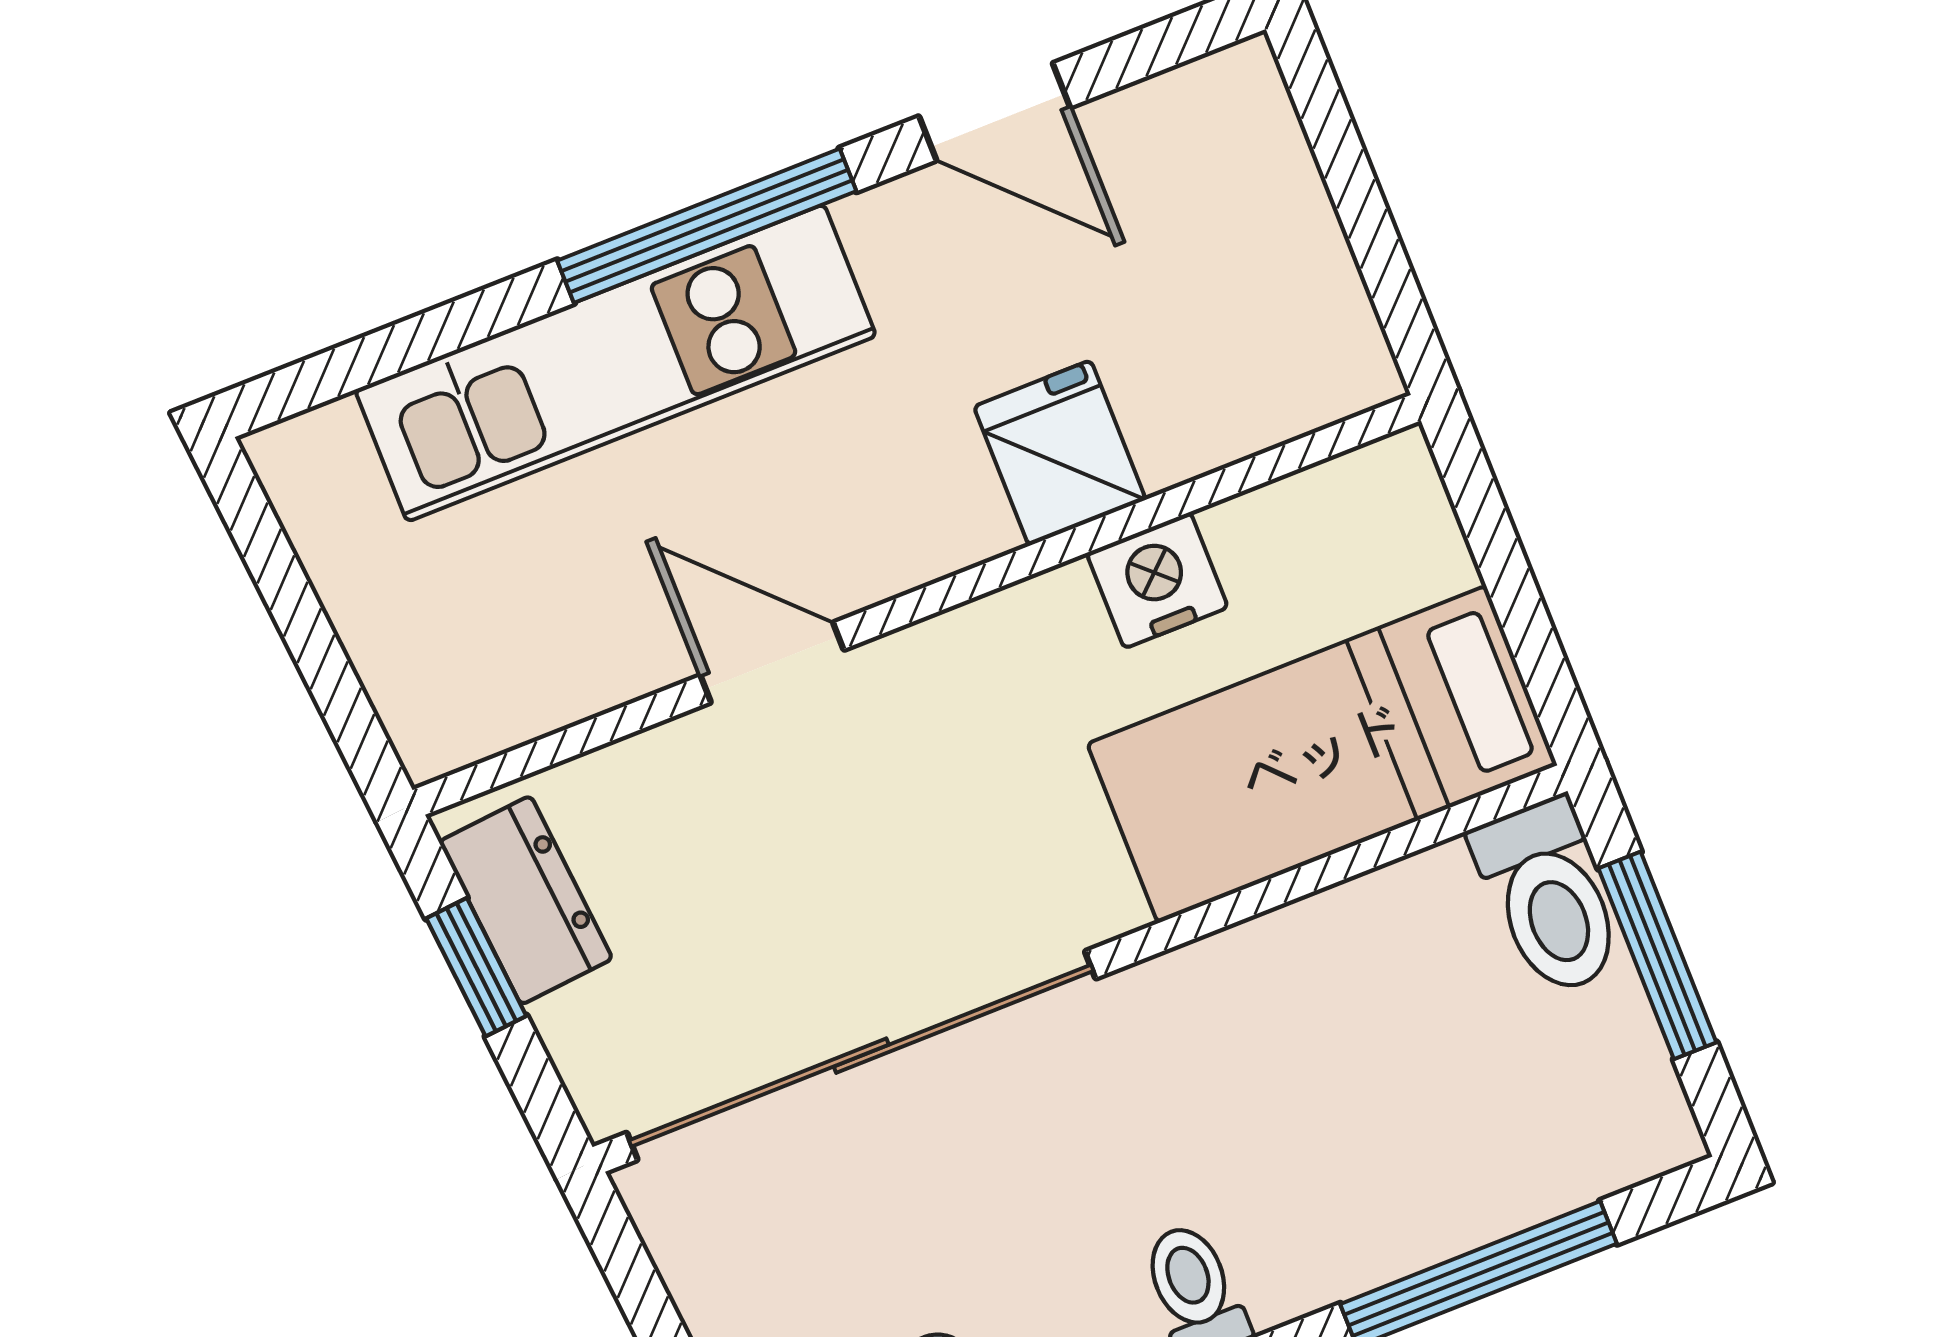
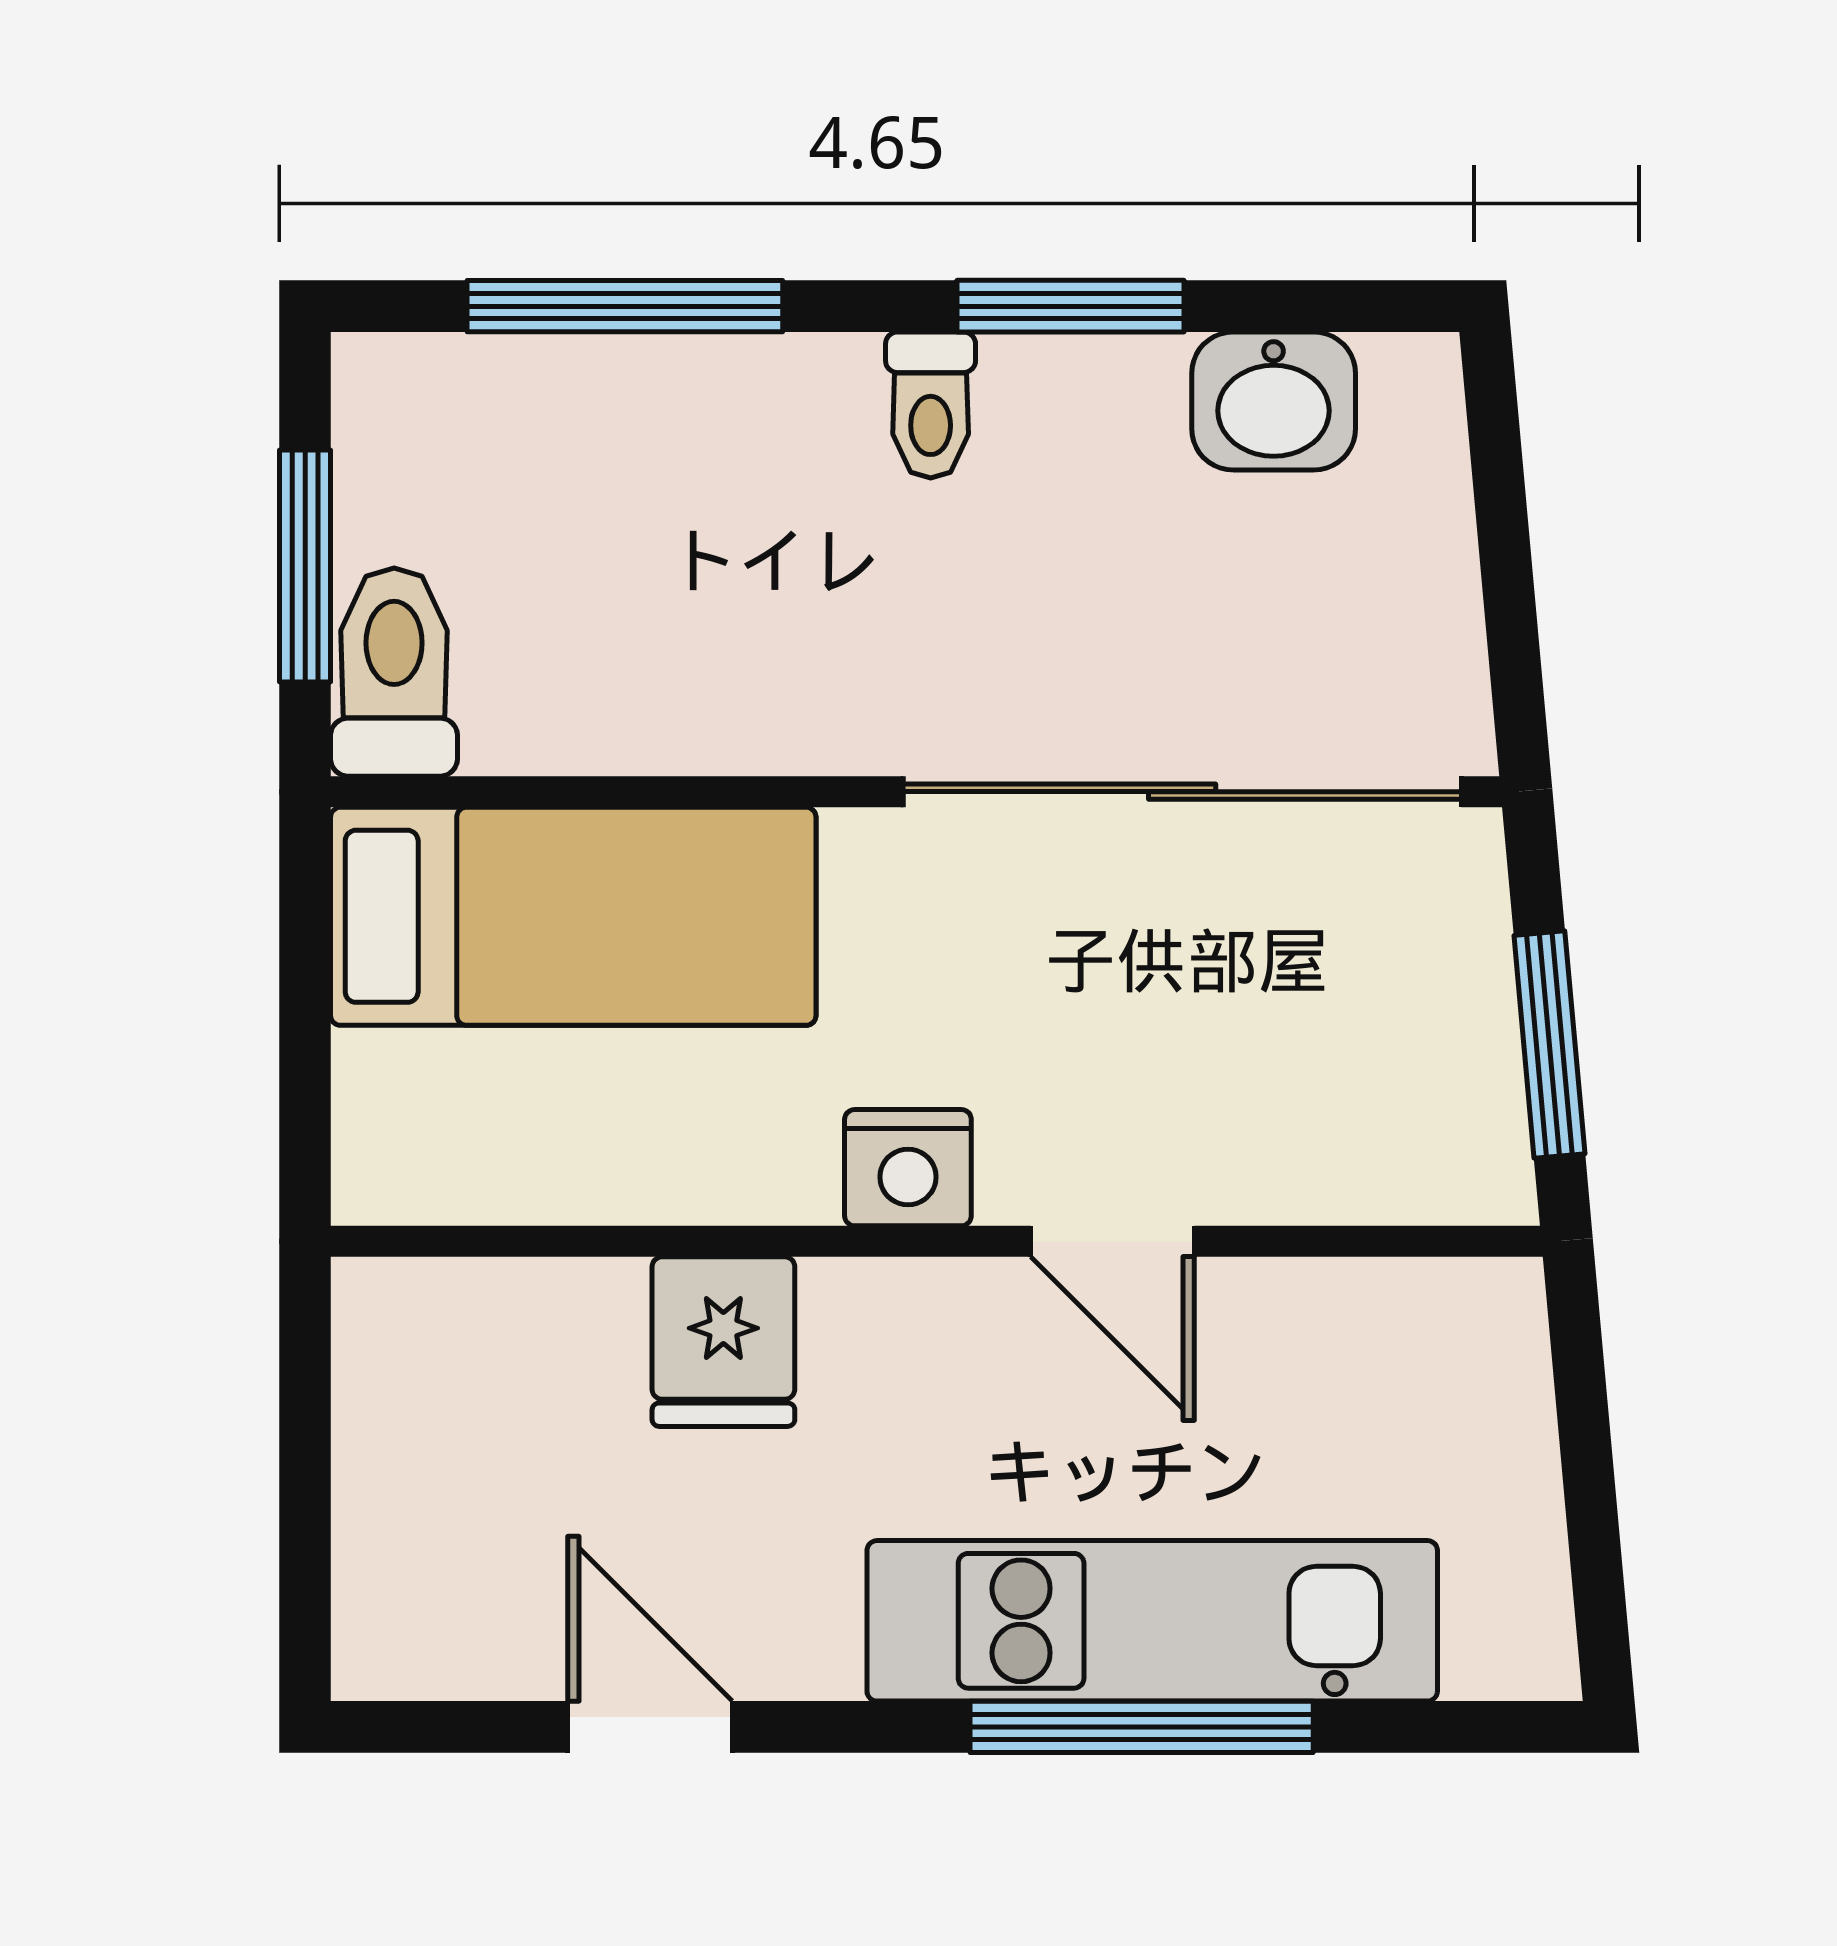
window: (707, 226) -> (1142, 1727), moved
nightstand: (1157, 580) -> (908, 1168), moved
dresser: (526, 900) -> (1470, 1094), removed
window: (476, 967) -> (1549, 1045), width x1.50

